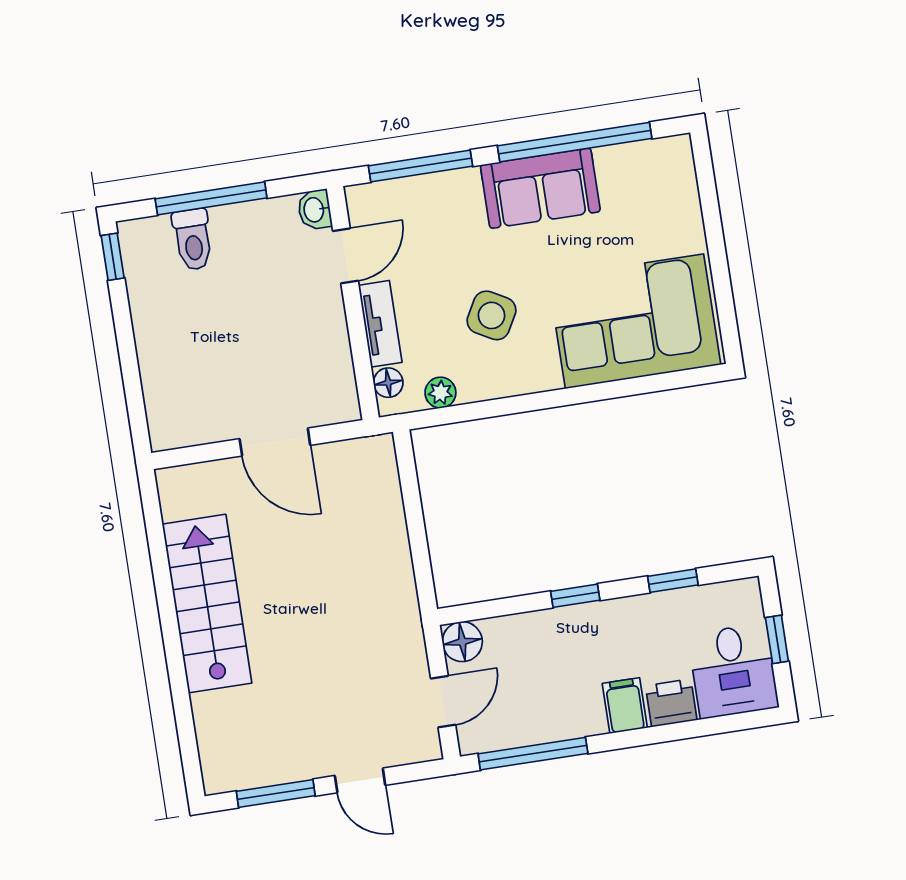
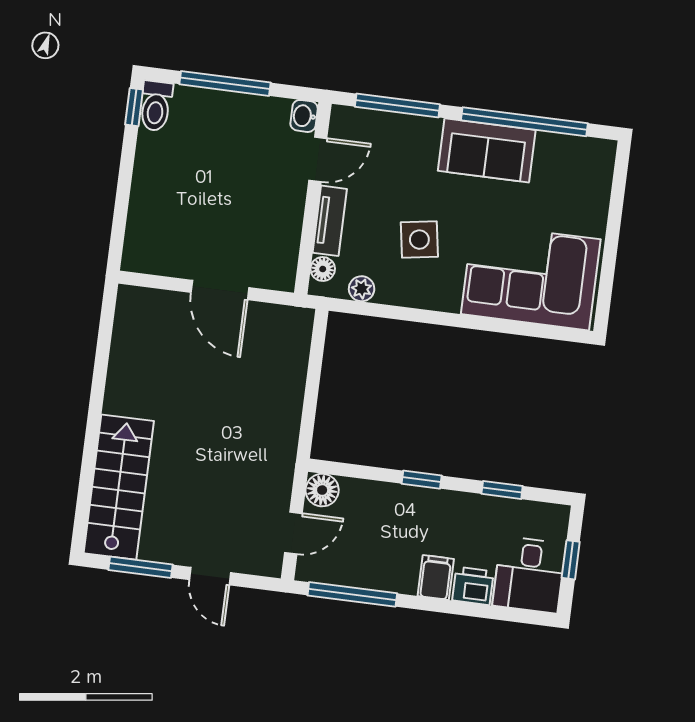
toilet: (193, 240) -> (156, 106), moved
side table: (491, 315) -> (419, 240), turned -38
stairs: (207, 604) -> (119, 487), moved

